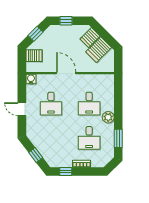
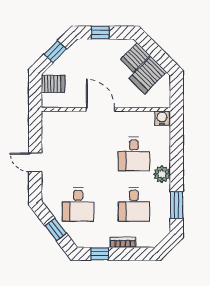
water cooler: (31, 79) -> (162, 118), moved
desk: (51, 104) -> (78, 205), moved

